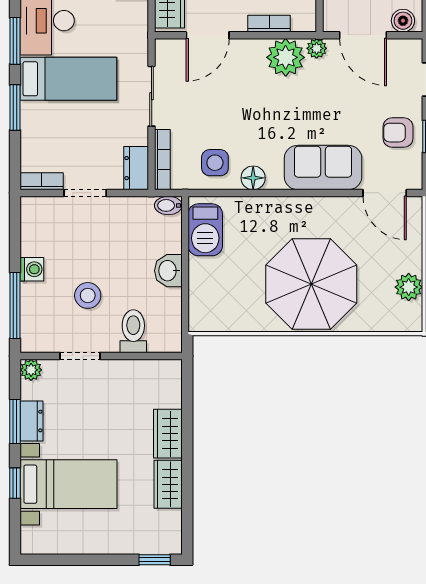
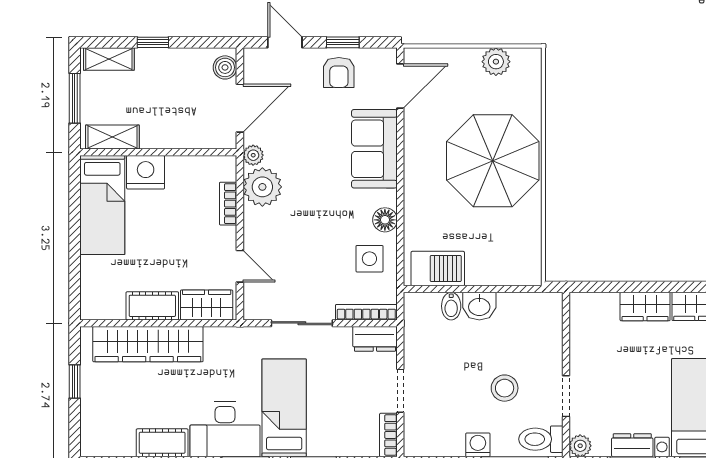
door: (208, 35) -> (240, 266), width x0.73
bidet: (168, 205) -> (451, 306), moved
toilet: (133, 331) -> (541, 439), moved

